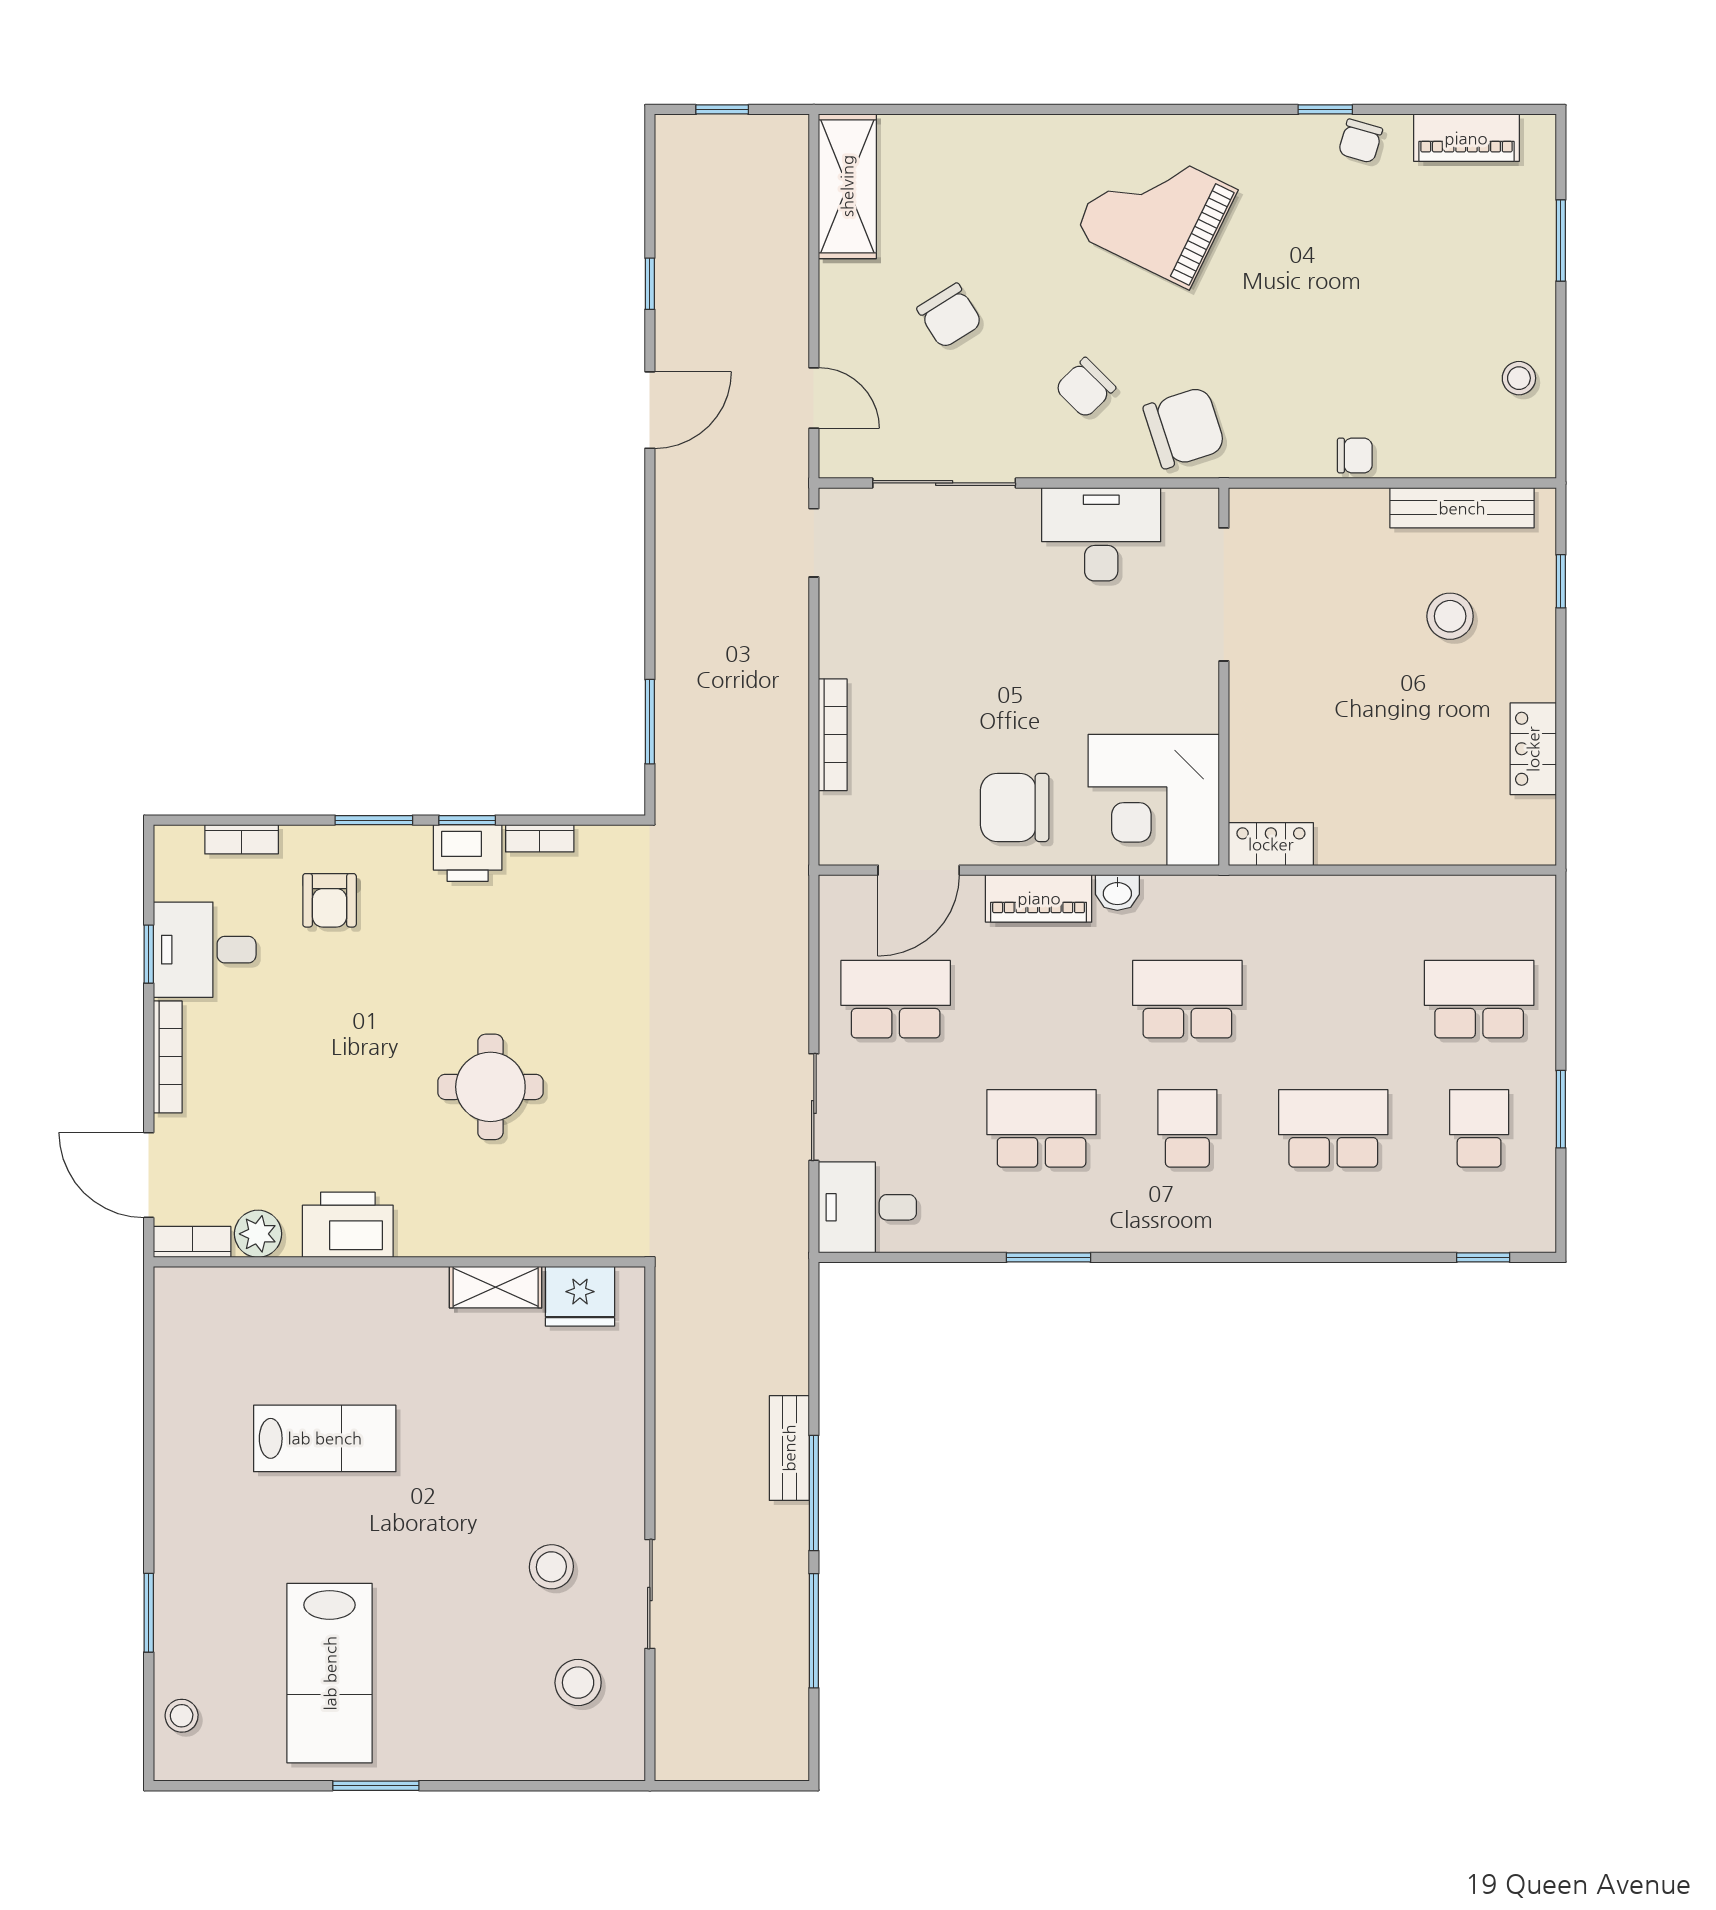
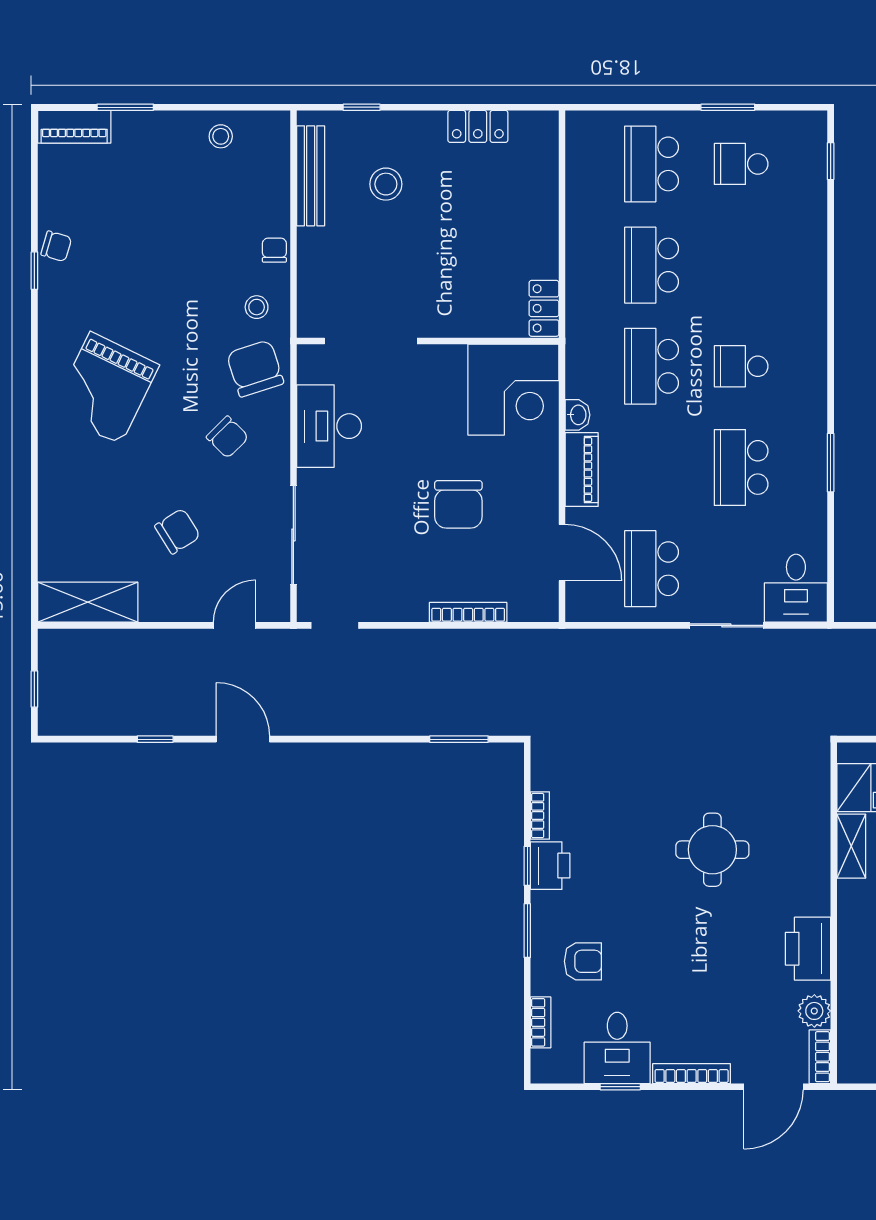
piano: (1466, 138) -> (74, 127), moved, turned 90
stool: (1273, 430) -> (257, 307), added
chair: (1015, 808) -> (458, 504), moved
school desk: (1333, 1128) -> (652, 265), moved

